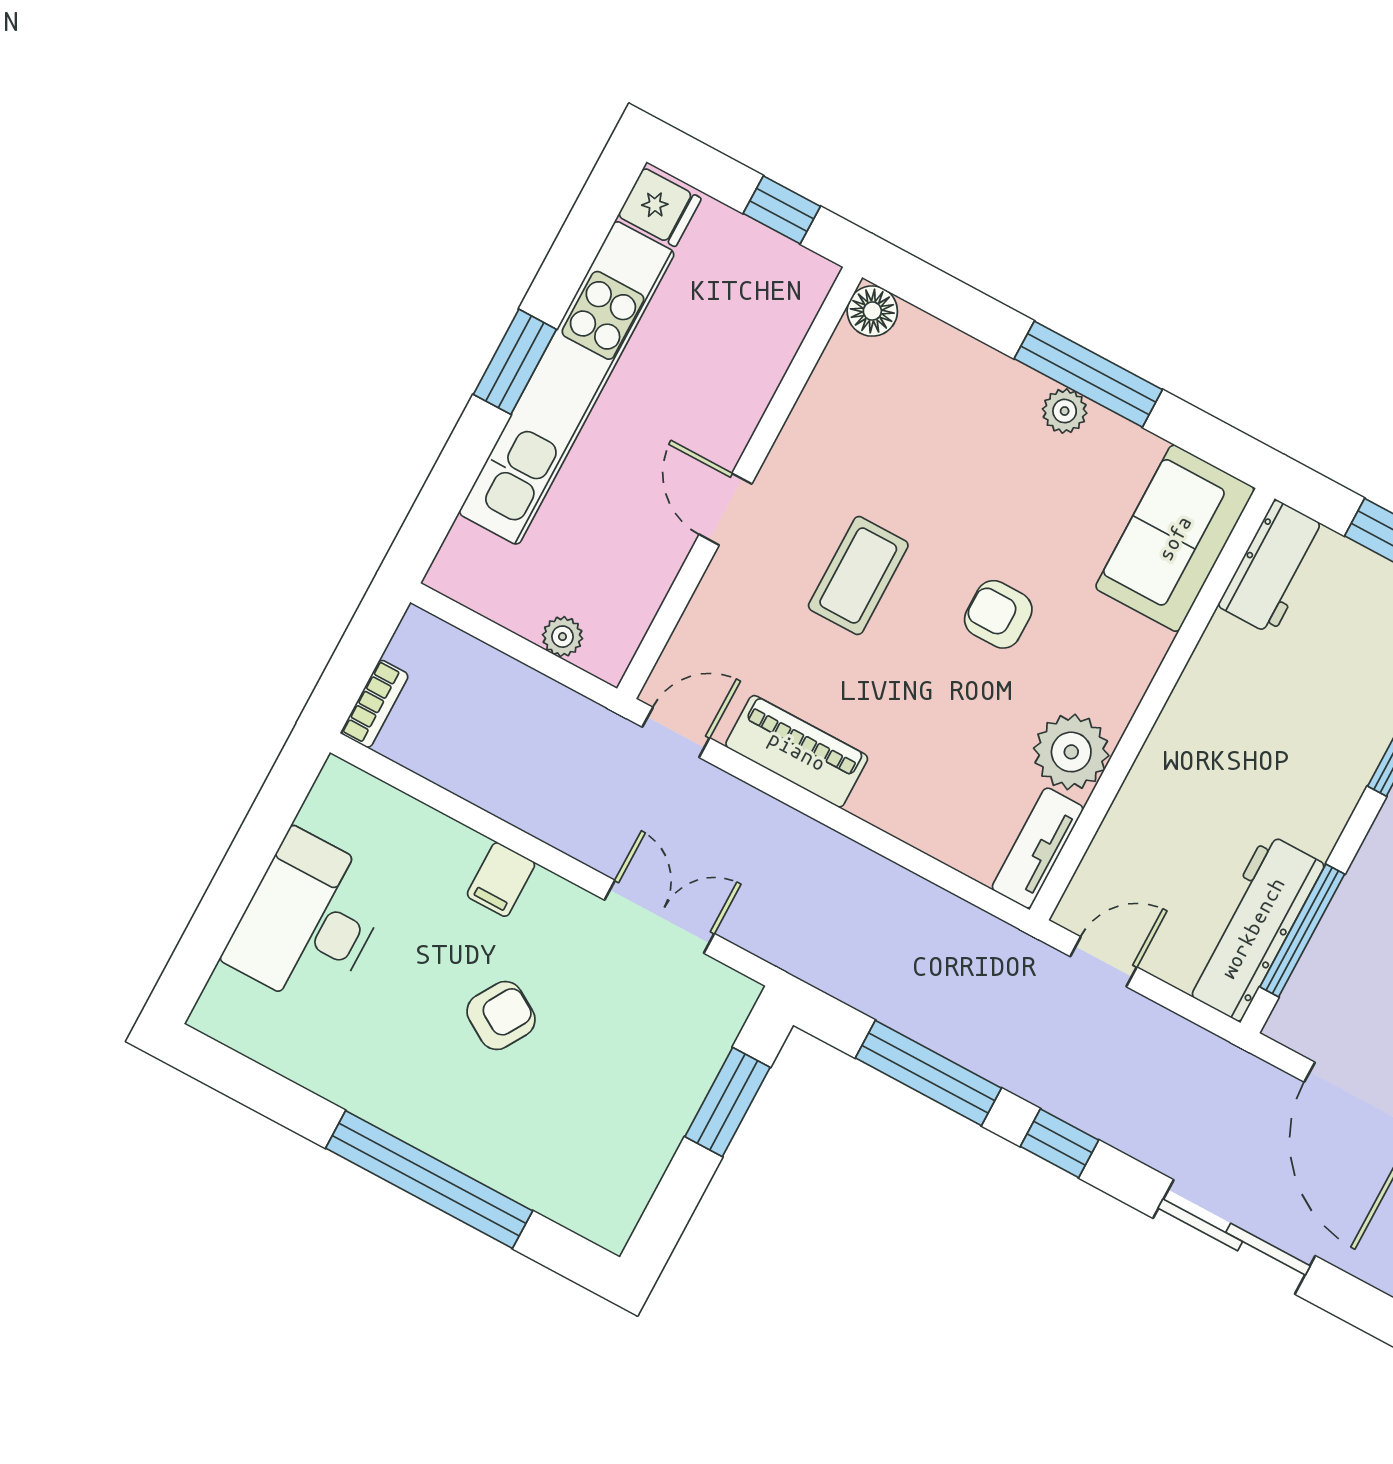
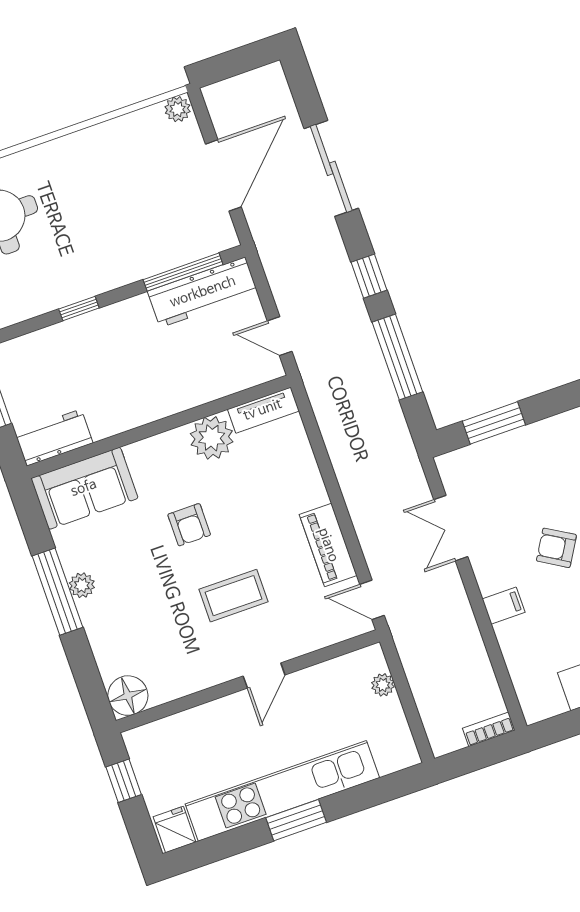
floor lamp: (872, 311) -> (128, 696), width x1.38, depth x1.38

